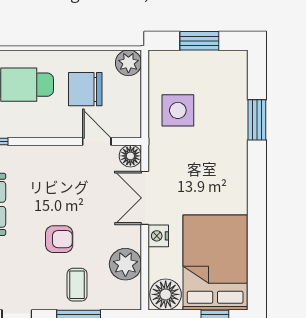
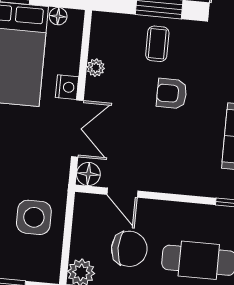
plant: (125, 264) -> (96, 68), width x0.53, depth x0.53
floor lamp: (166, 294) -> (58, 16), width x0.53, depth x0.53

